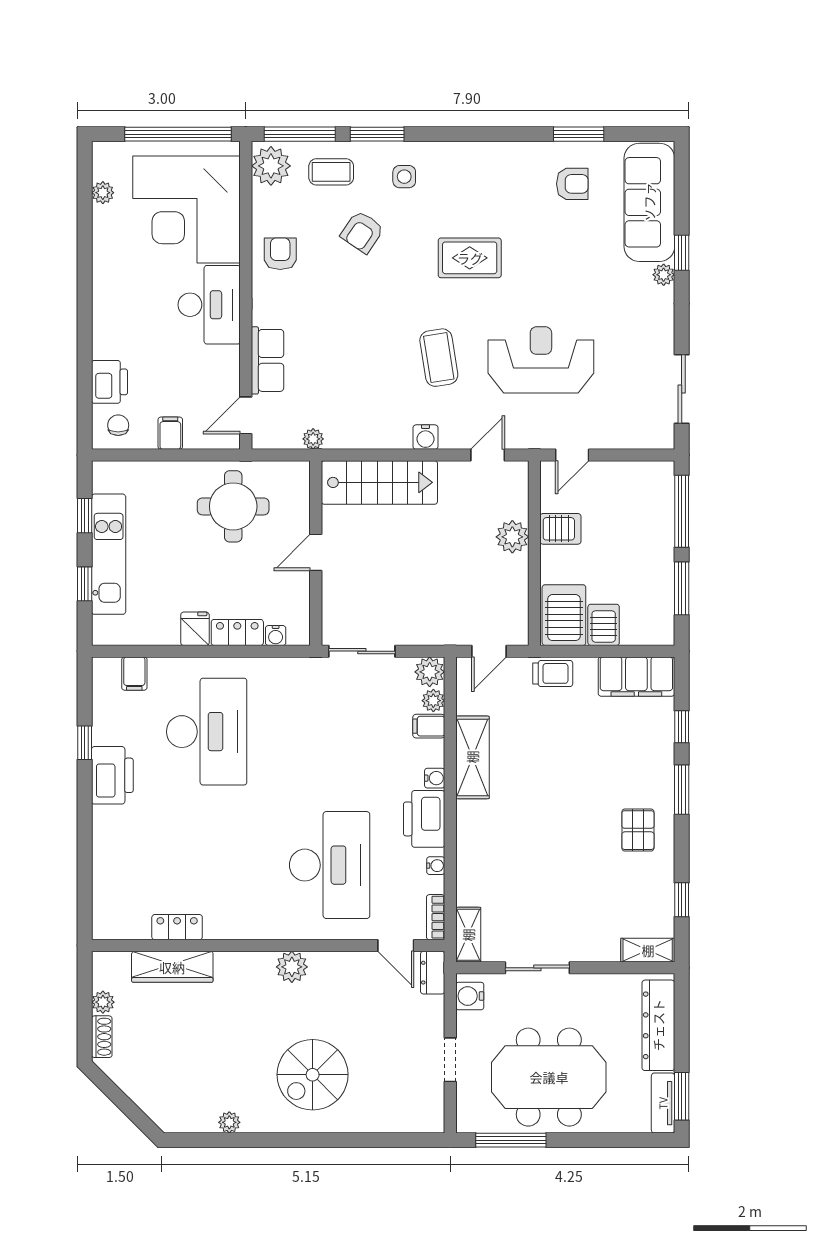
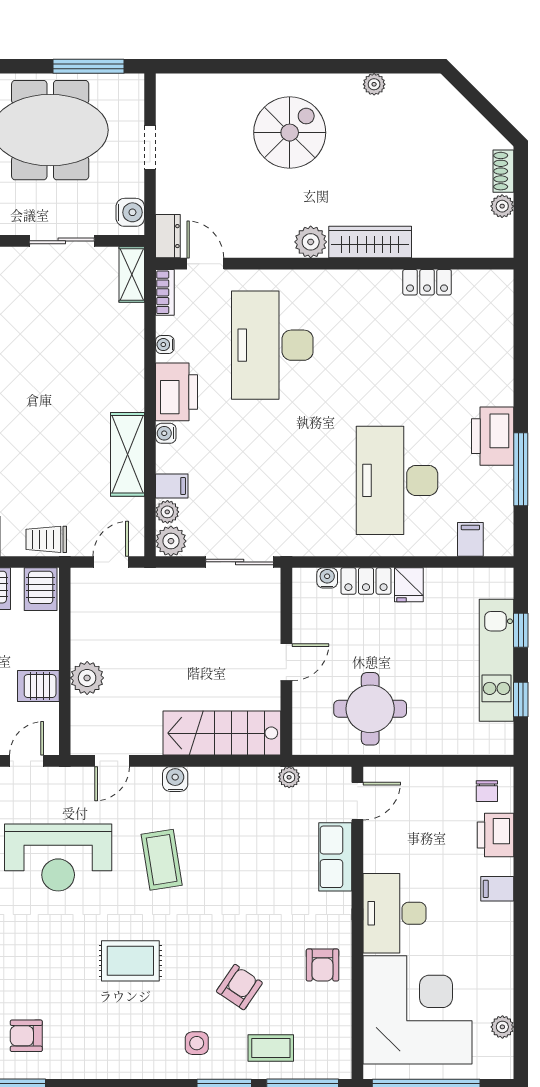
plant: (271, 166) -> (332, 1054), removed
filing cabinet: (170, 433) -> (497, 889), moved, turned 90
server rack: (564, 615) -> (41, 589), width x0.73, depth x0.70
window: (85, 743) -> (521, 469), width x2.17
wardrobe: (172, 967) -> (370, 242), moved

